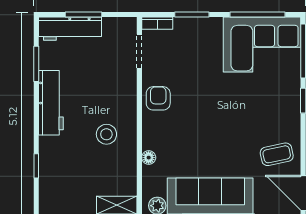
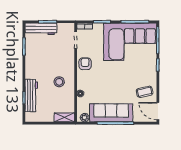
corner sofa: (262, 45) -> (130, 42), width x1.36, depth x1.36
workbench: (51, 103) -> (31, 96), moved

